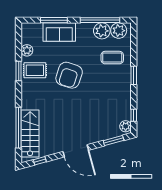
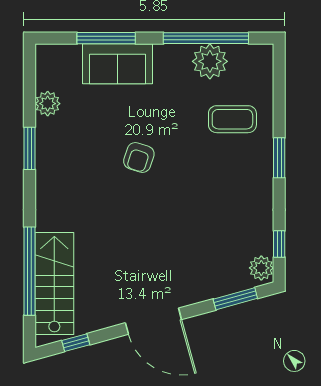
plant: (119, 31) -> (246, 61), removed
rug: (35, 70) -> (65, 147), removed
armchair: (69, 75) -> (139, 157), width x0.53, depth x0.53

